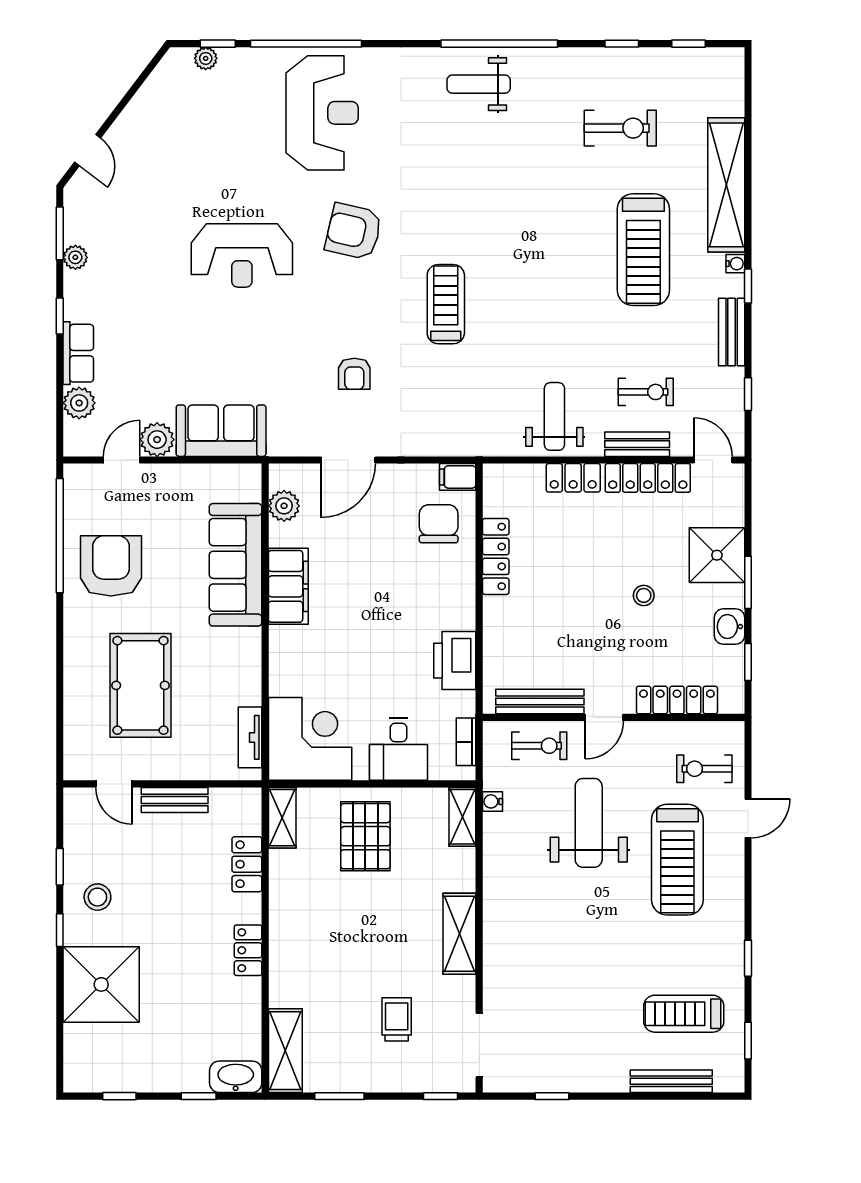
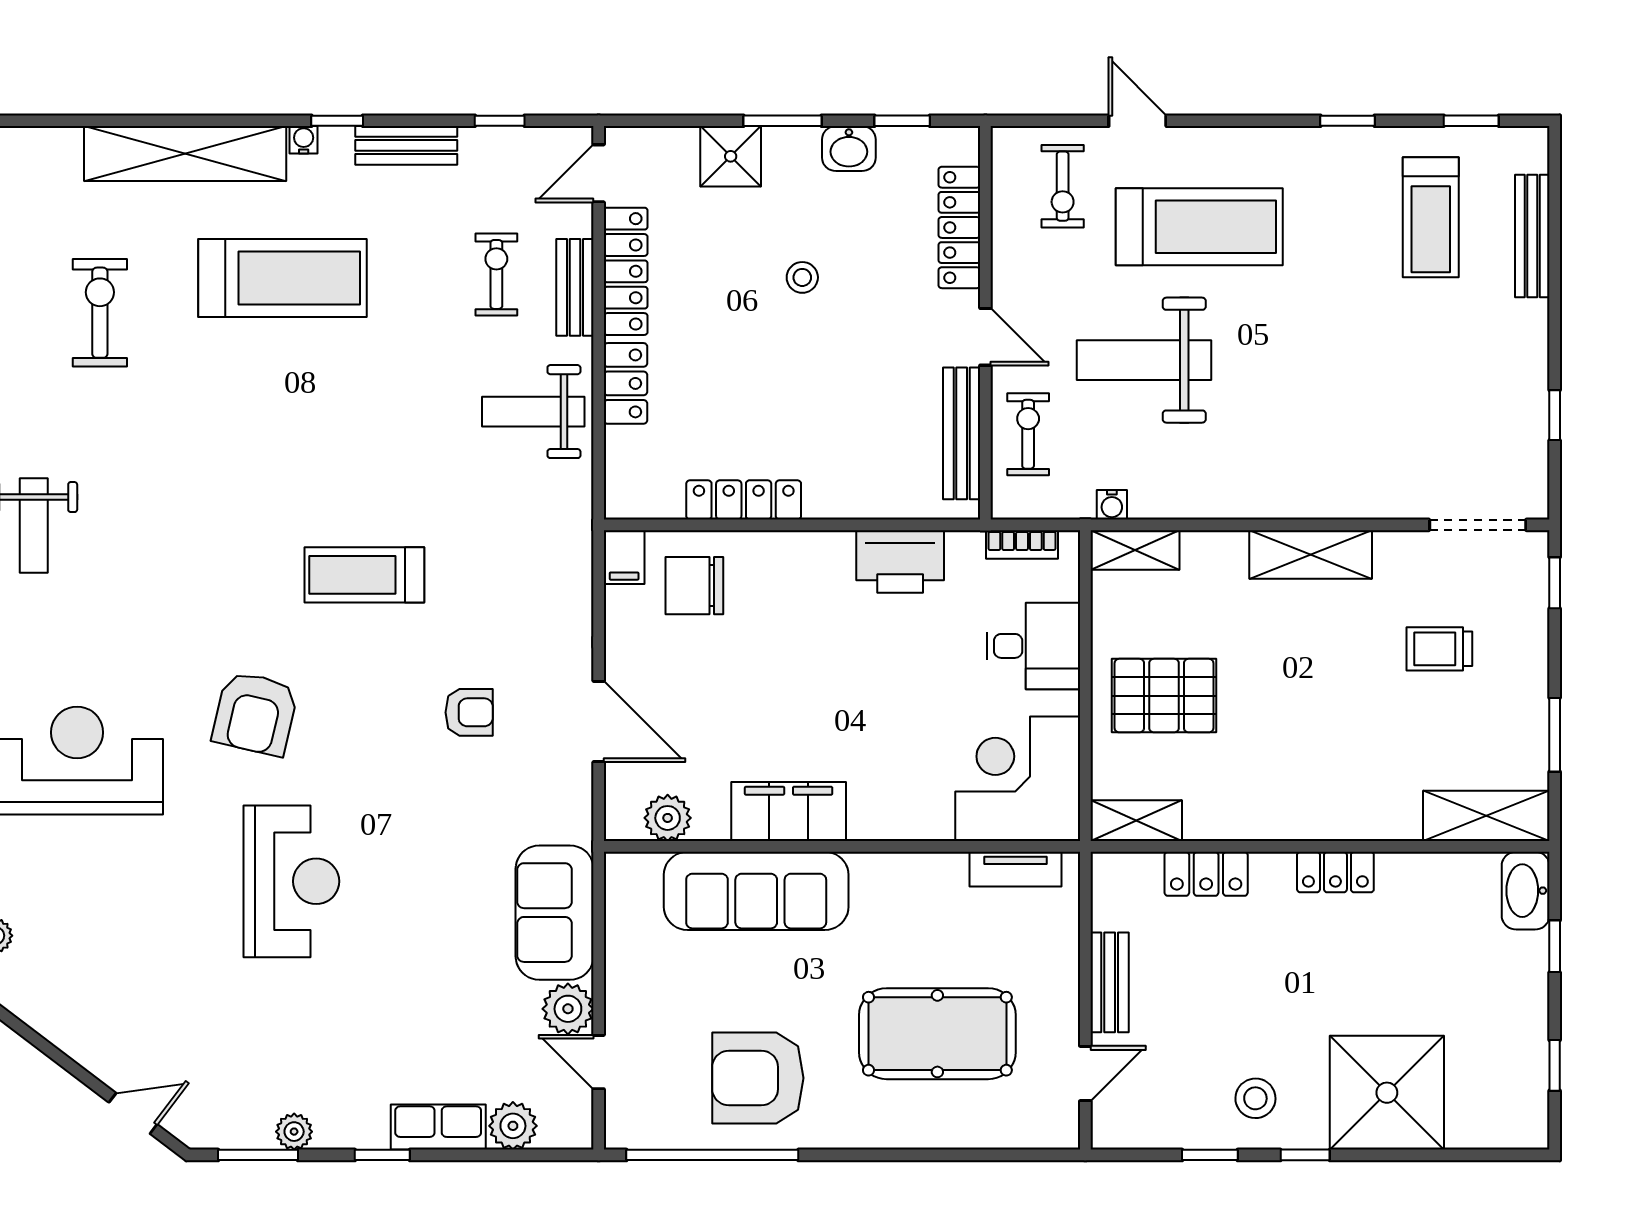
shower: (717, 555) -> (731, 156), width x0.73, depth x0.73

